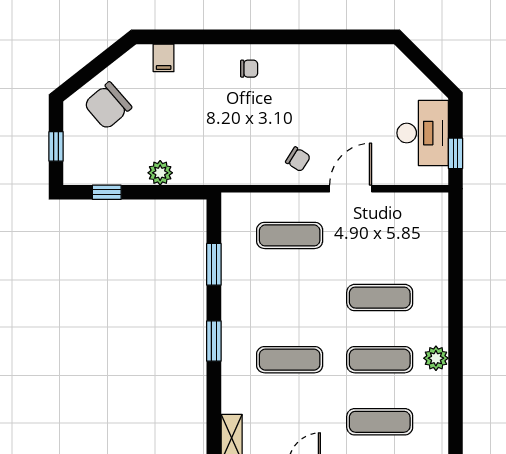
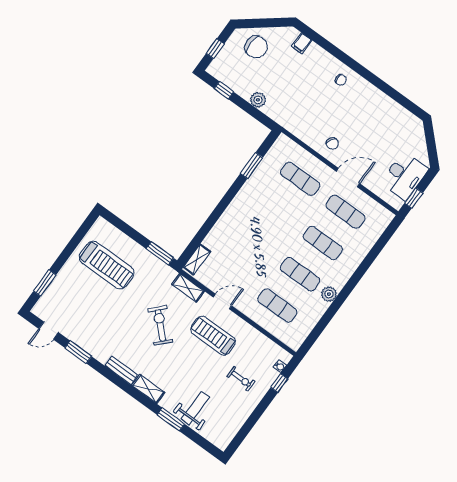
chair: (108, 106) -> (256, 47), turned -139
window: (214, 341) -> (223, 204), removed
exercise mat: (290, 360) -> (346, 212), moved

